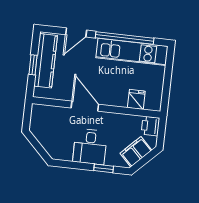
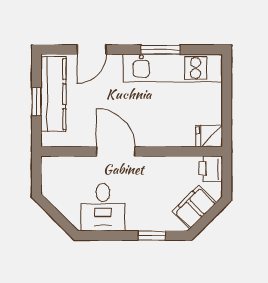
window: (125, 38) -> (160, 50), width x0.47
fridge: (136, 99) -> (209, 136), moved, turned -90
desk: (90, 147) -> (103, 207), moved

